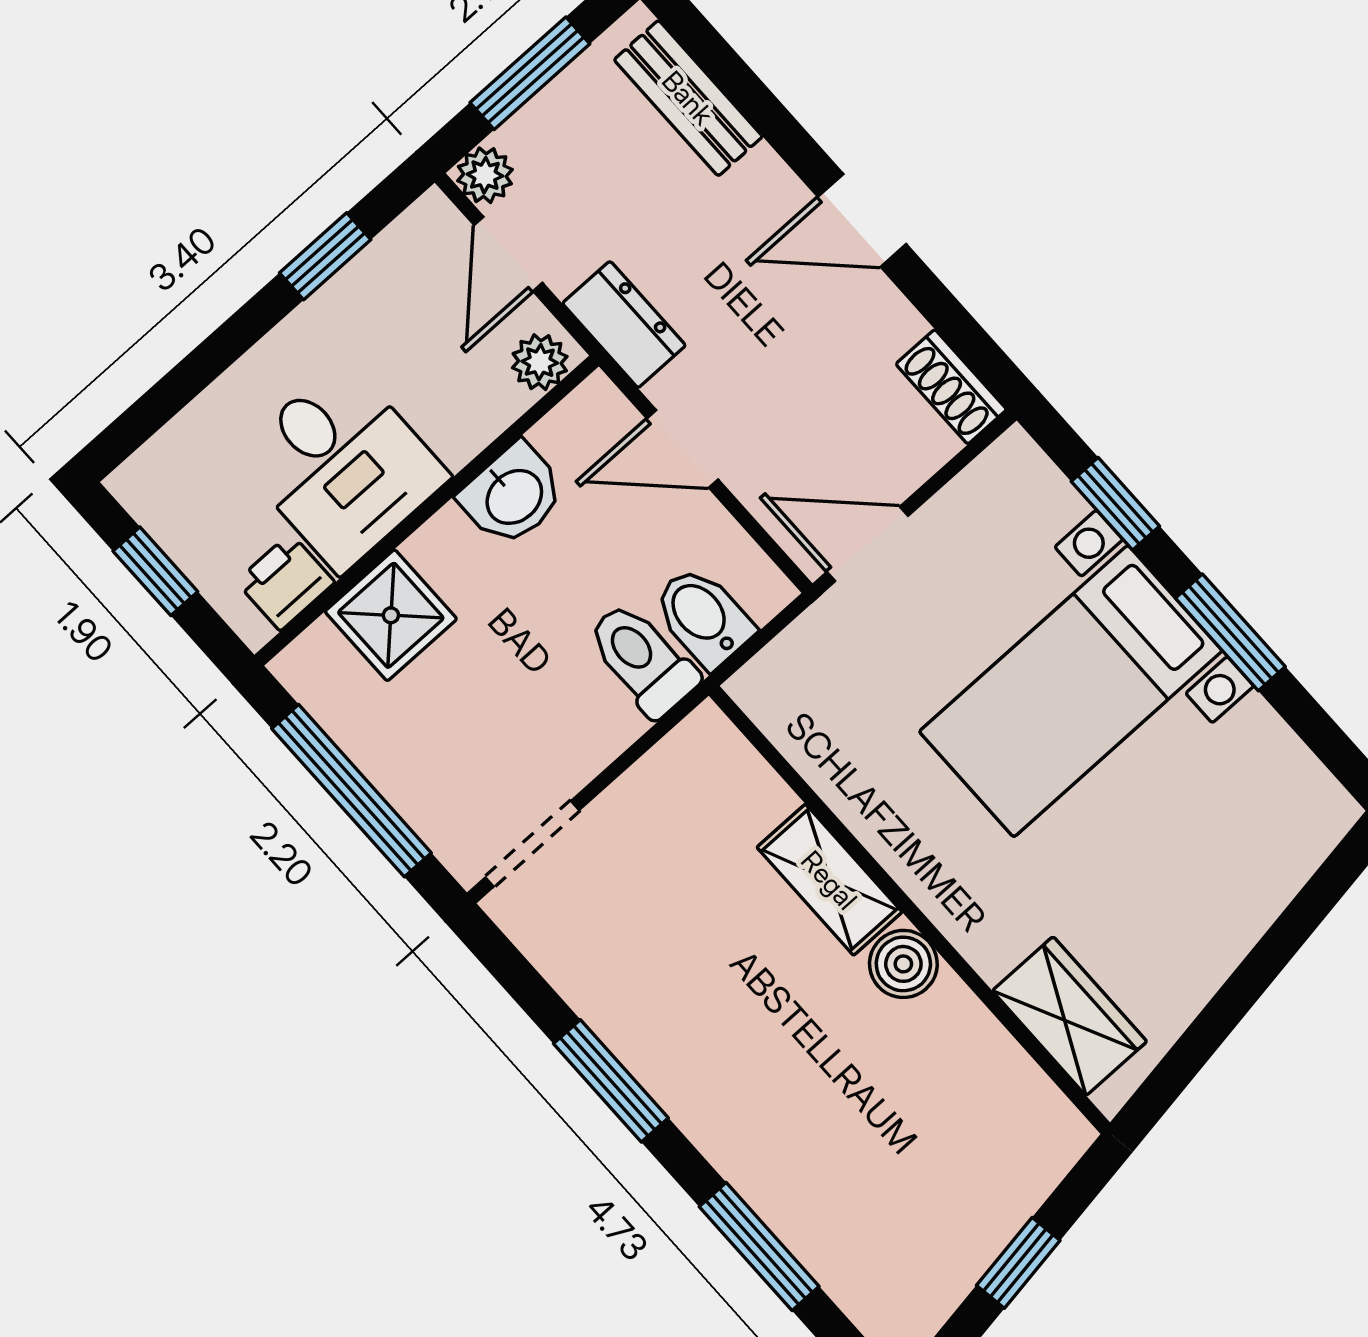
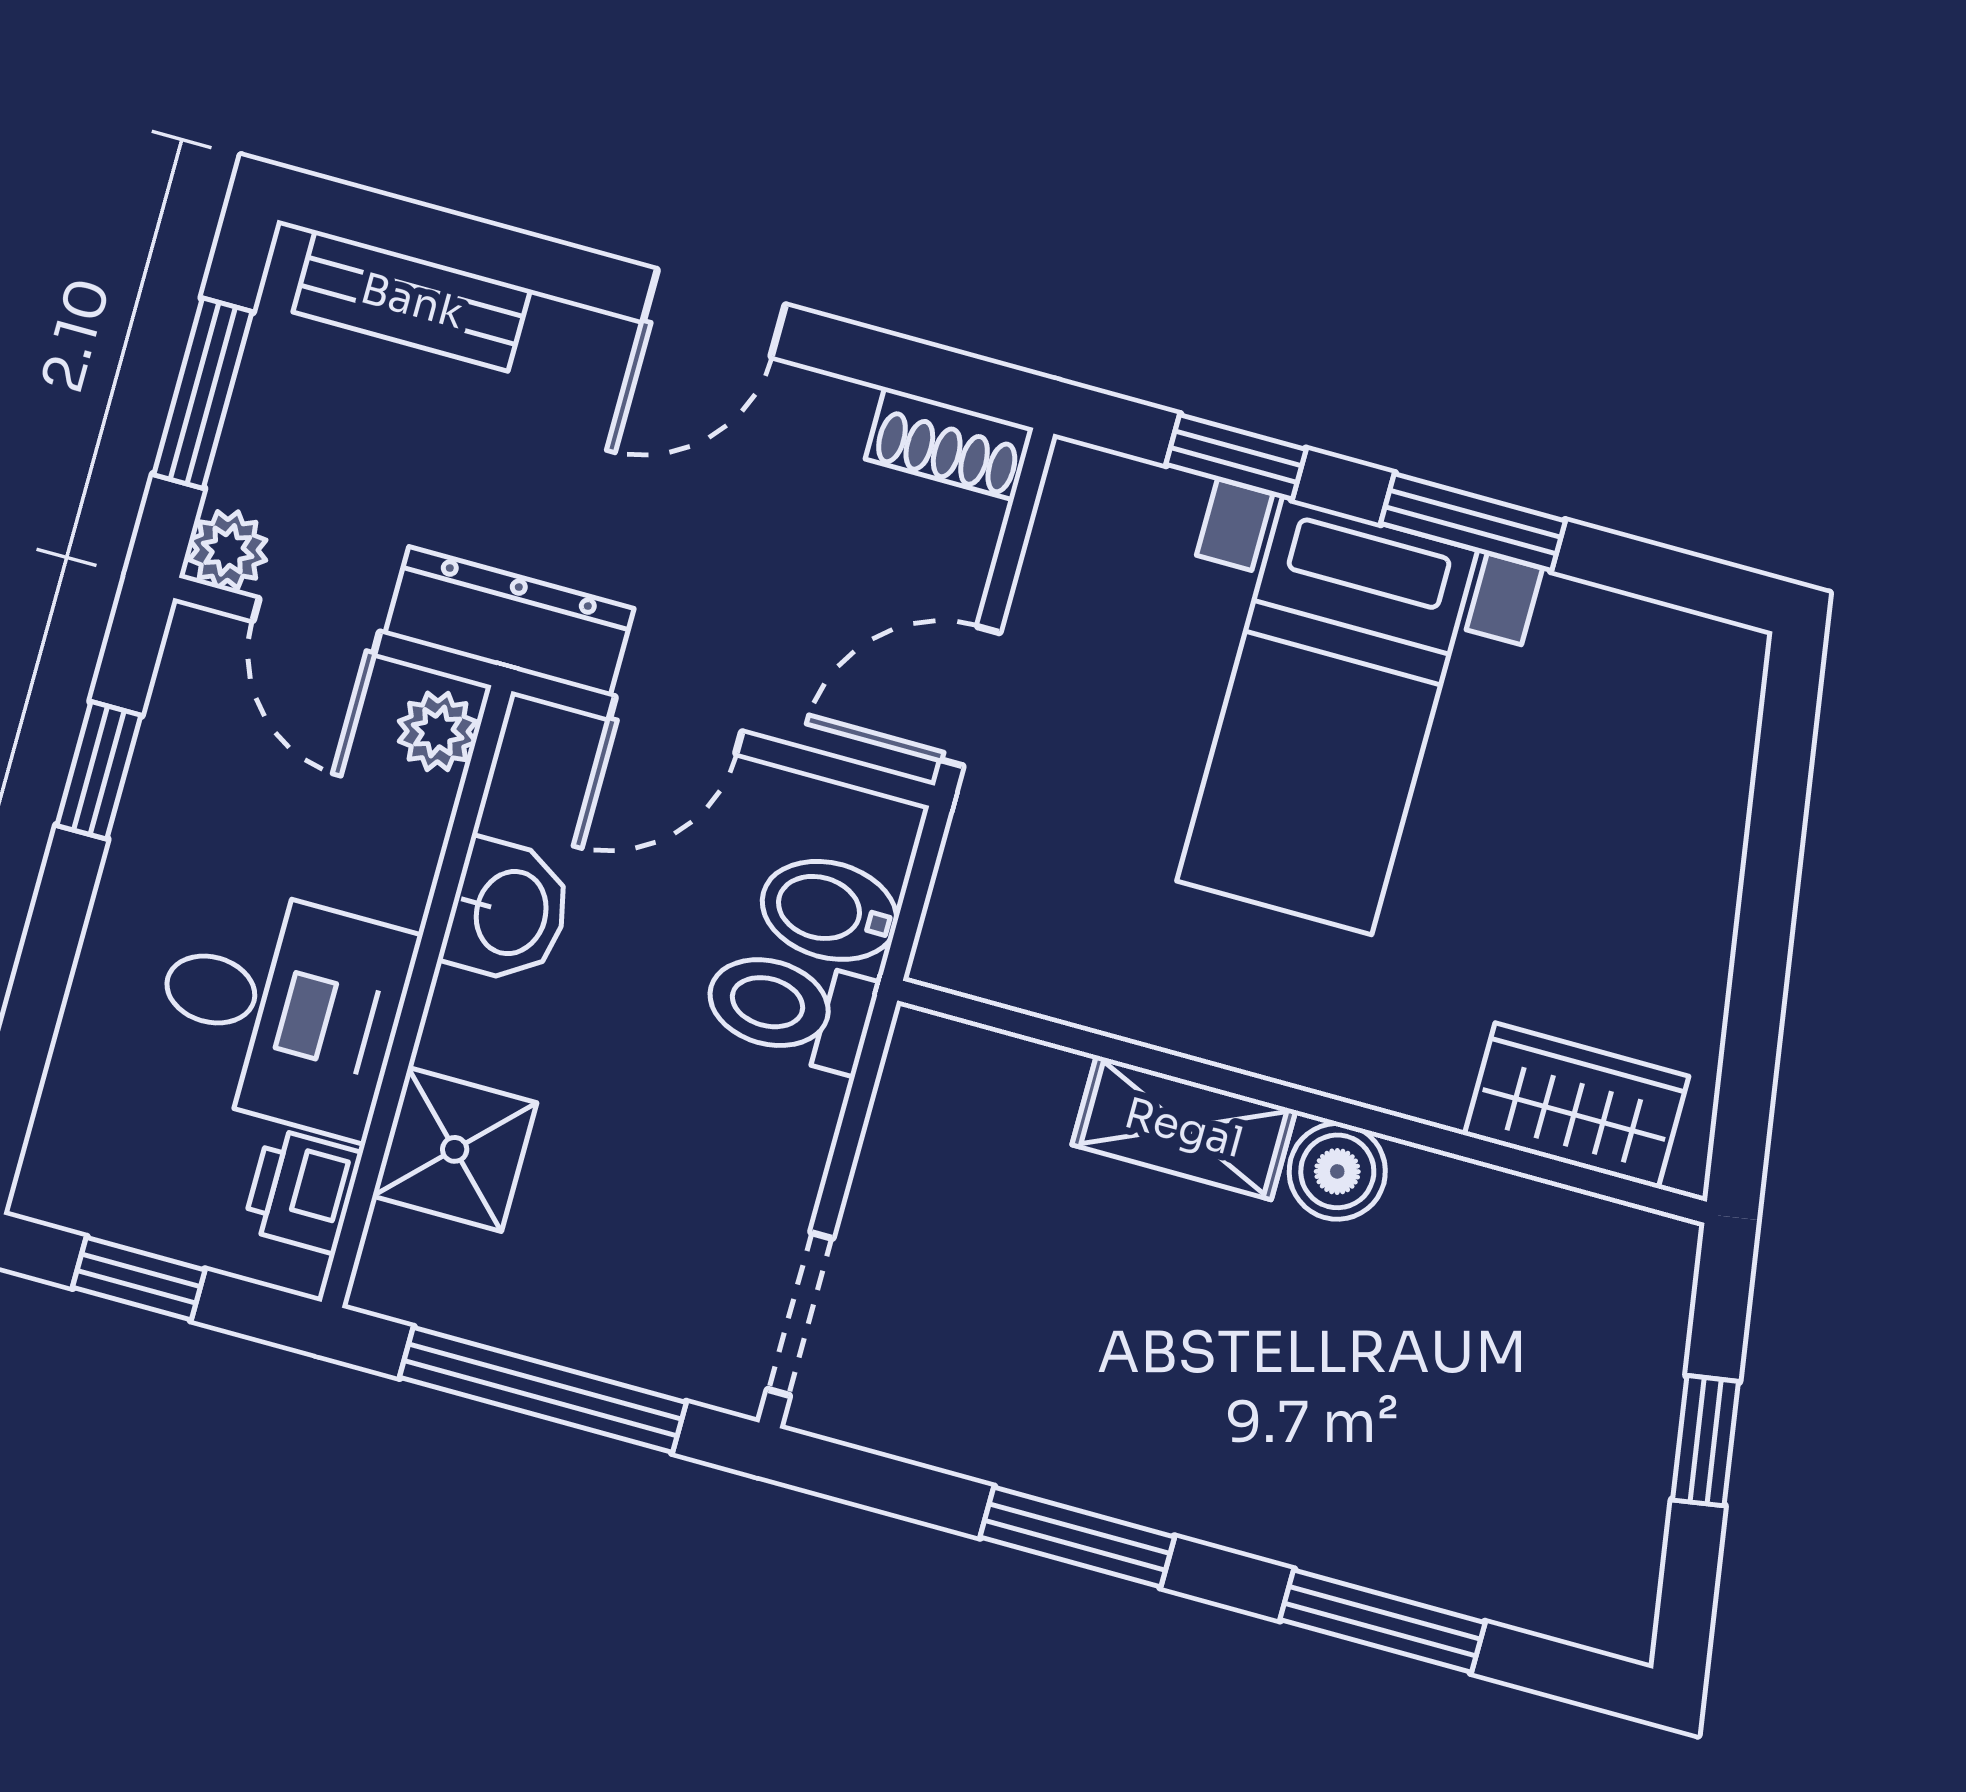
dresser: (624, 324) -> (509, 621), width x1.44

